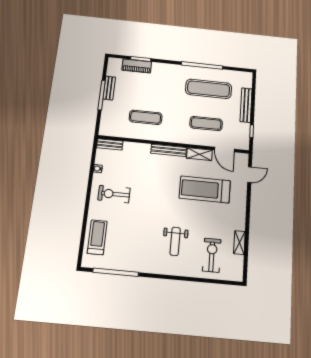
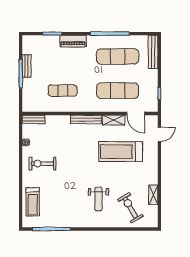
piano: (137, 66) -> (73, 41), moved
bench: (246, 105) -> (153, 52), moved
exercise mat: (206, 123) -> (118, 91), width x1.36, depth x1.45
treadmill: (97, 237) -> (33, 202), turned 180
exercise bike: (212, 255) -> (130, 208), turned -30

